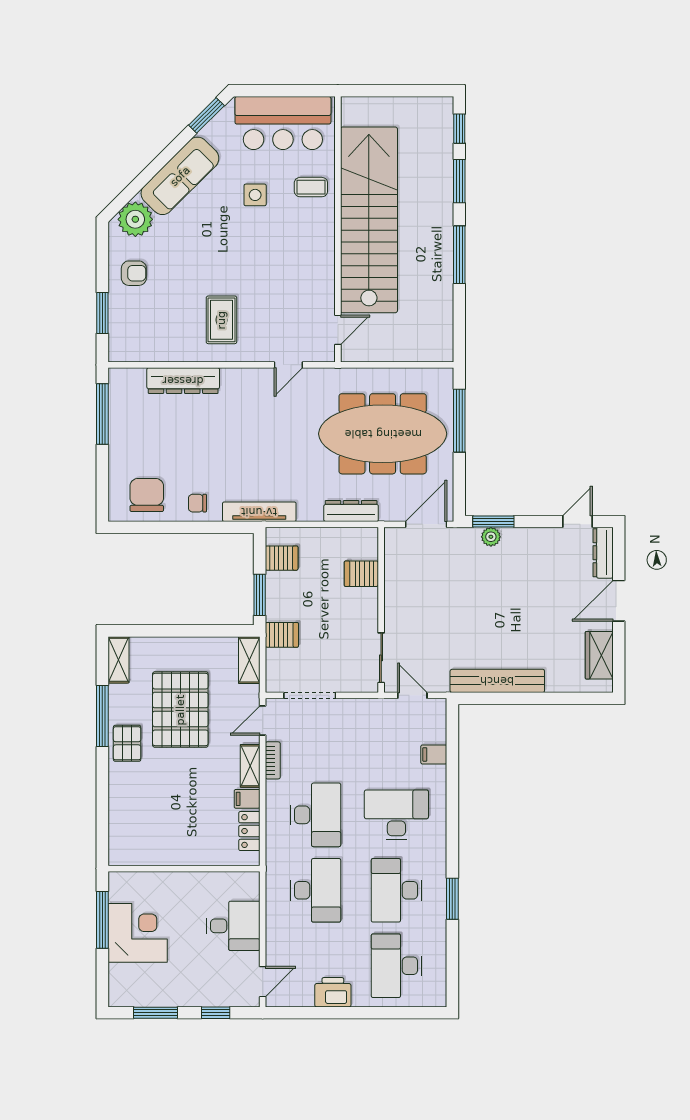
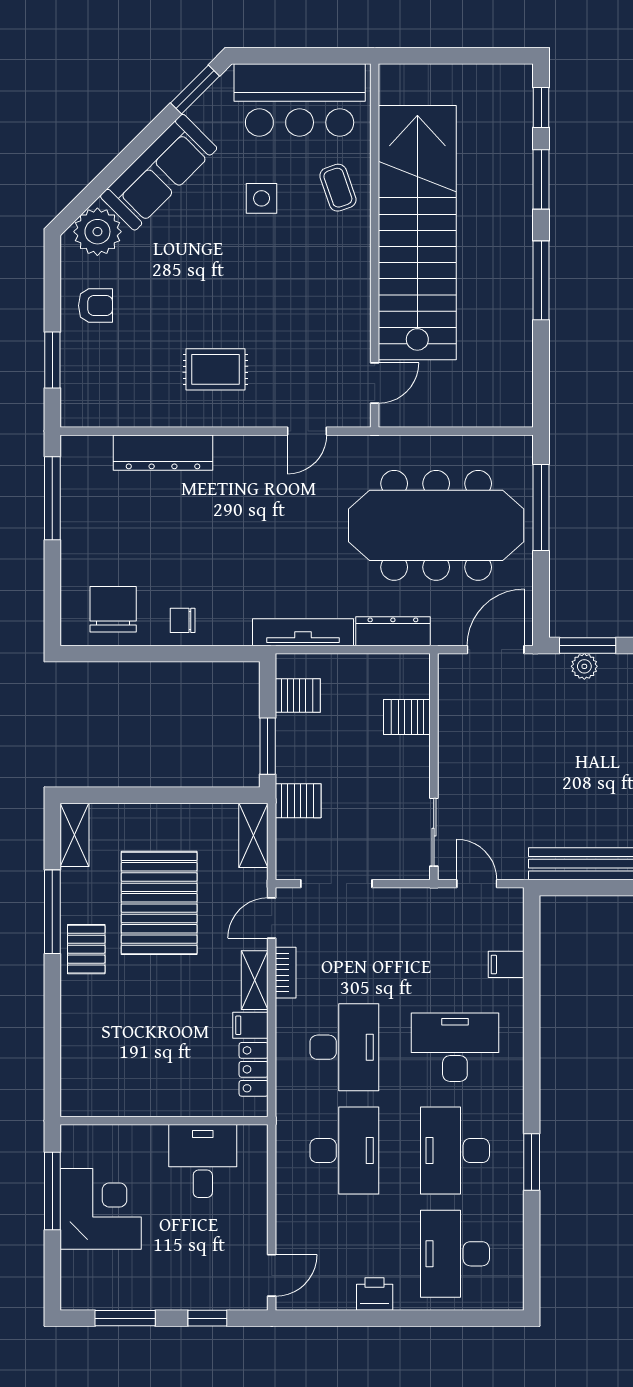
coffee table: (311, 187) -> (338, 188), turned 71
rug: (221, 320) -> (215, 369), turned 90
tv unit: (259, 512) -> (303, 632), moved
desk: (233, 926) -> (203, 1161), moved, turned -90
printer: (333, 992) -> (375, 1294), width x0.73, depth x0.81

